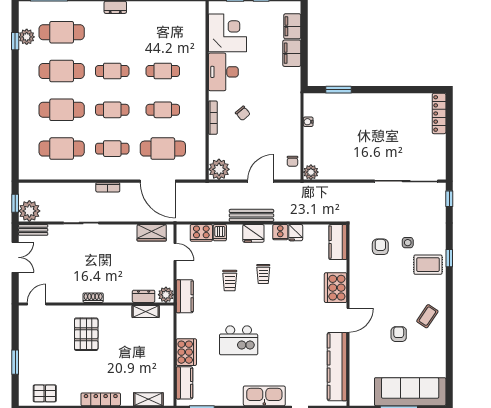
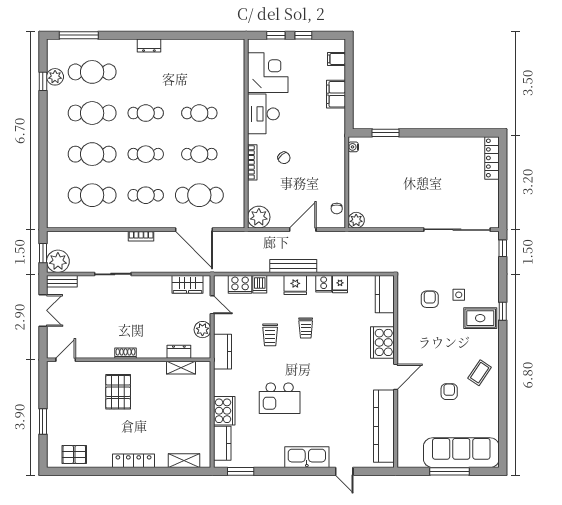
filing cabinet: (292, 26) -> (336, 59), width x0.50
water cooler: (308, 122) -> (353, 147), moved
plant: (166, 295) -> (202, 330), moved

